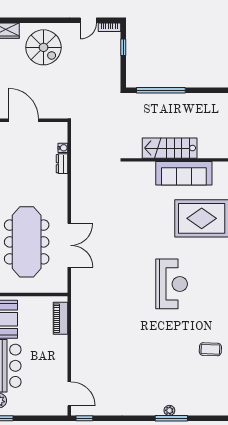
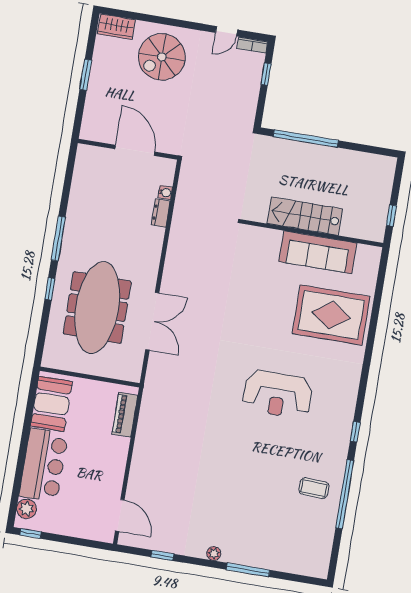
spiral stairs: (43, 47) -> (162, 57), turned 90
door: (23, 120) -> (135, 150), moved
reception desk: (172, 284) -> (278, 394), turned 90
plant: (169, 410) -> (214, 554), moved
window: (84, 418) -> (162, 555), moved

